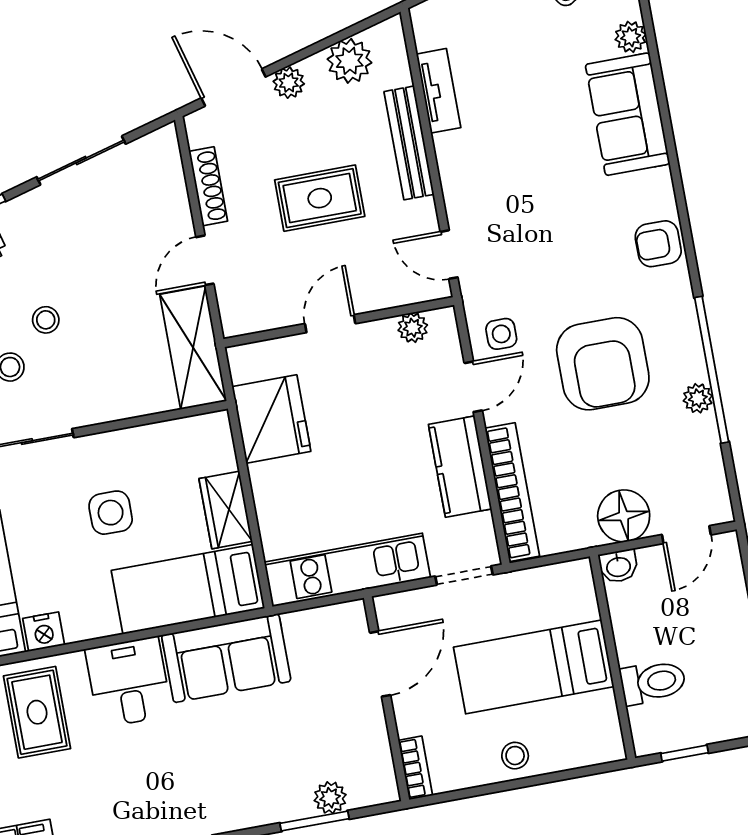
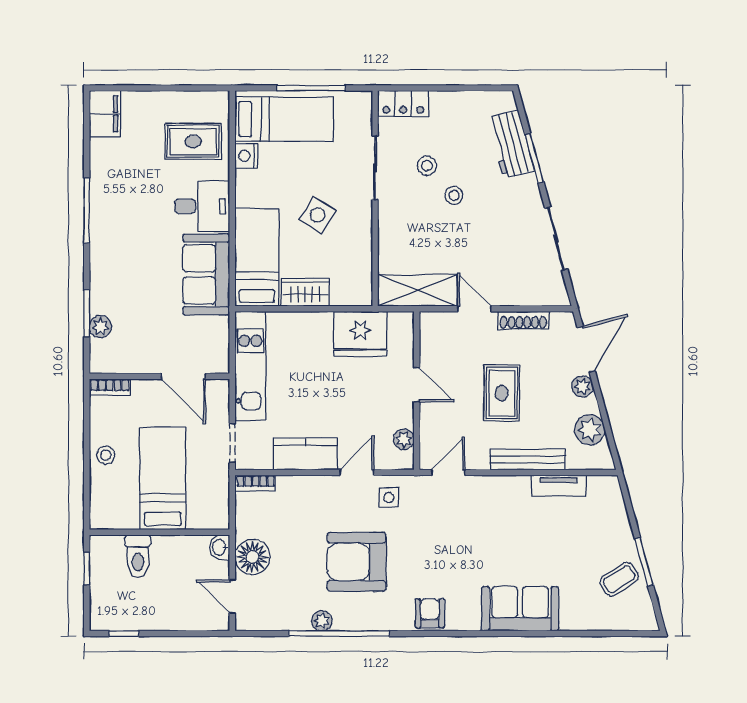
plant: (631, 37) -> (571, 620), removed
door: (473, 387) -> (357, 472), swing flipped
bookcase: (512, 492) -> (256, 483), width x0.43, depth x0.76
side table: (111, 513) -> (317, 215), turned 31

